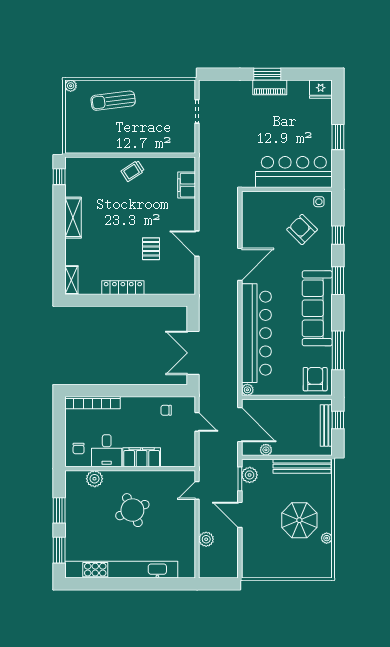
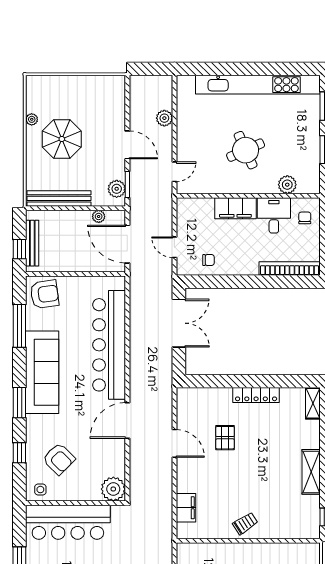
armchair: (315, 379) -> (44, 294), turned -98
plant: (247, 390) -> (113, 489), moved, width x1.87, depth x1.87

